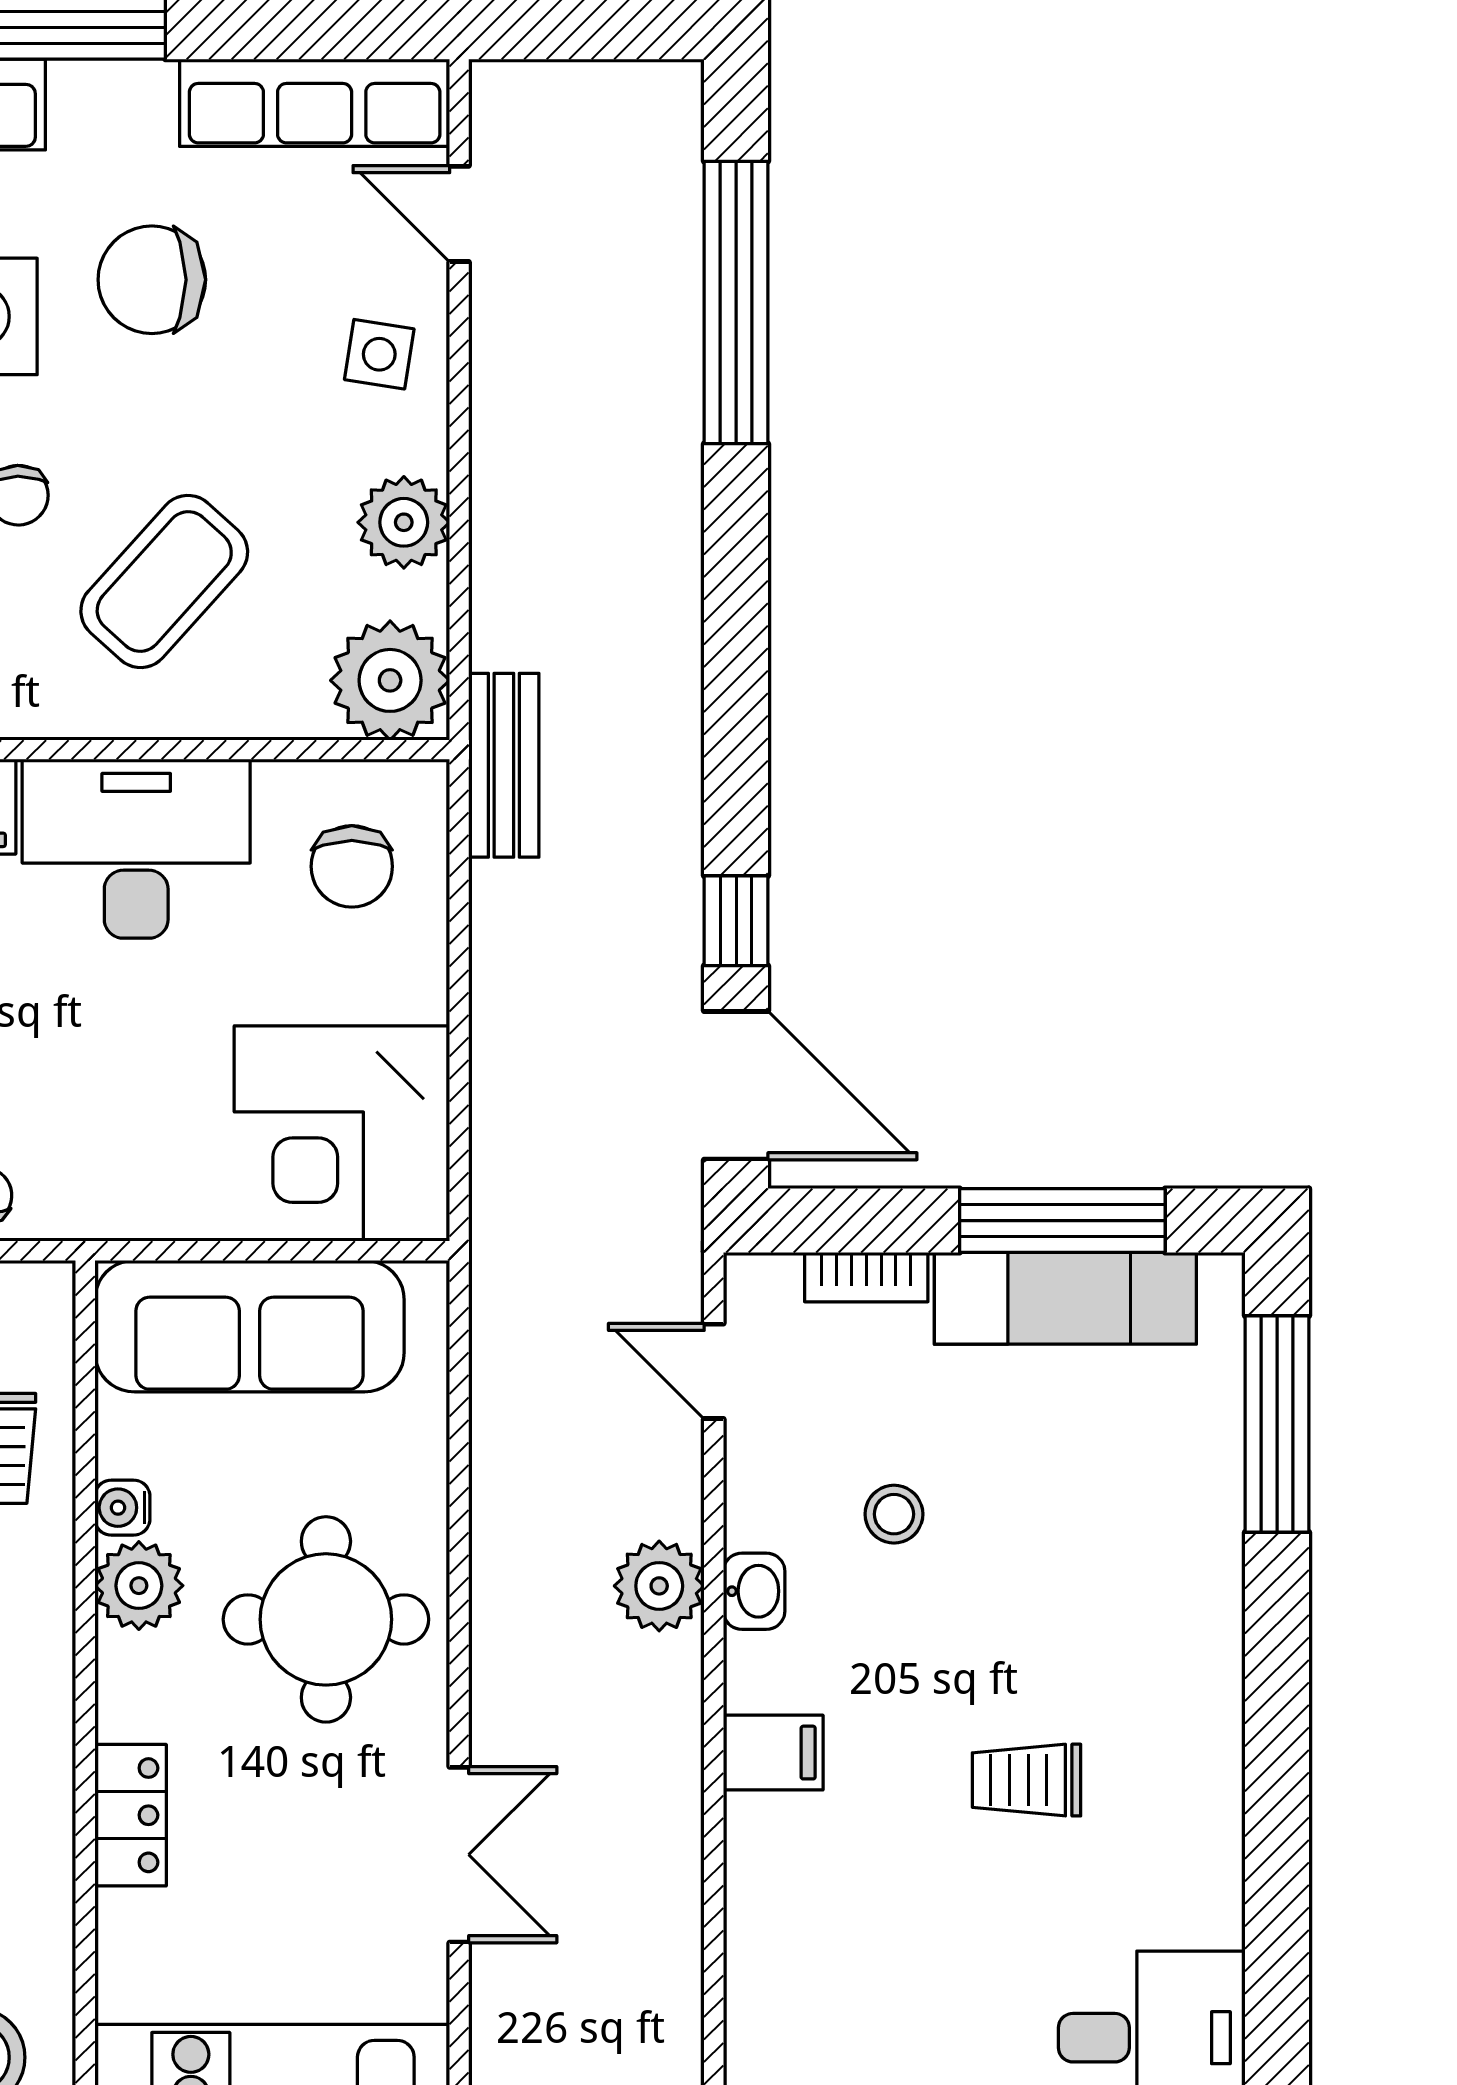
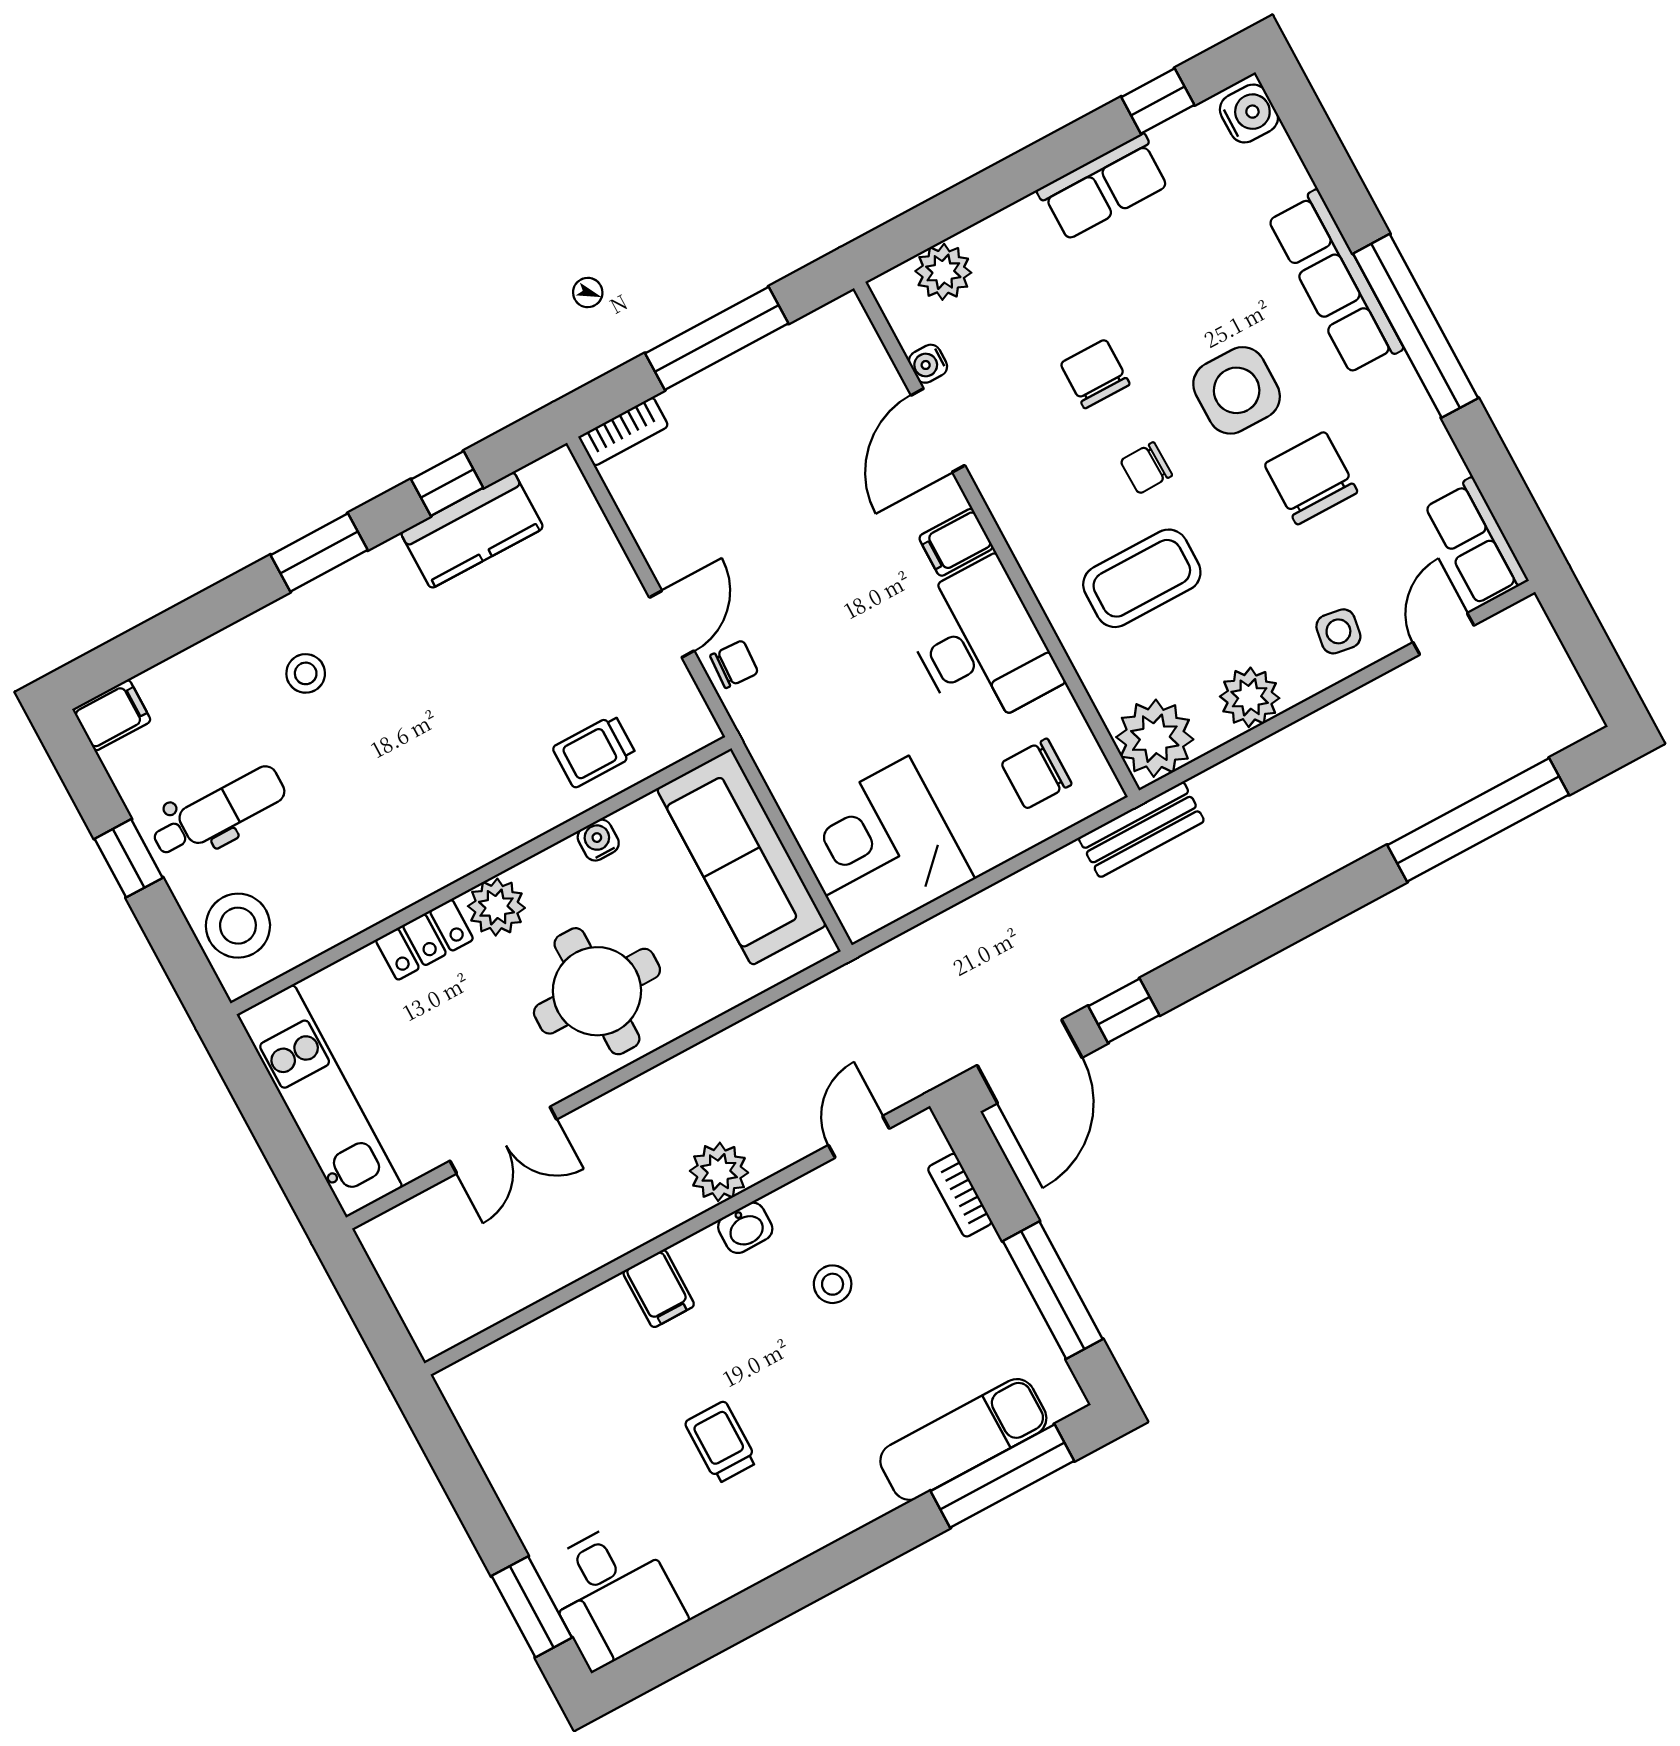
row of seats: (315, 103) -> (1476, 542), width x0.68
coffee table: (164, 581) -> (1142, 578), turned -42
exam couch: (1065, 1298) -> (963, 1439), moved, turned 90
plant: (139, 1586) -> (496, 907), moved

